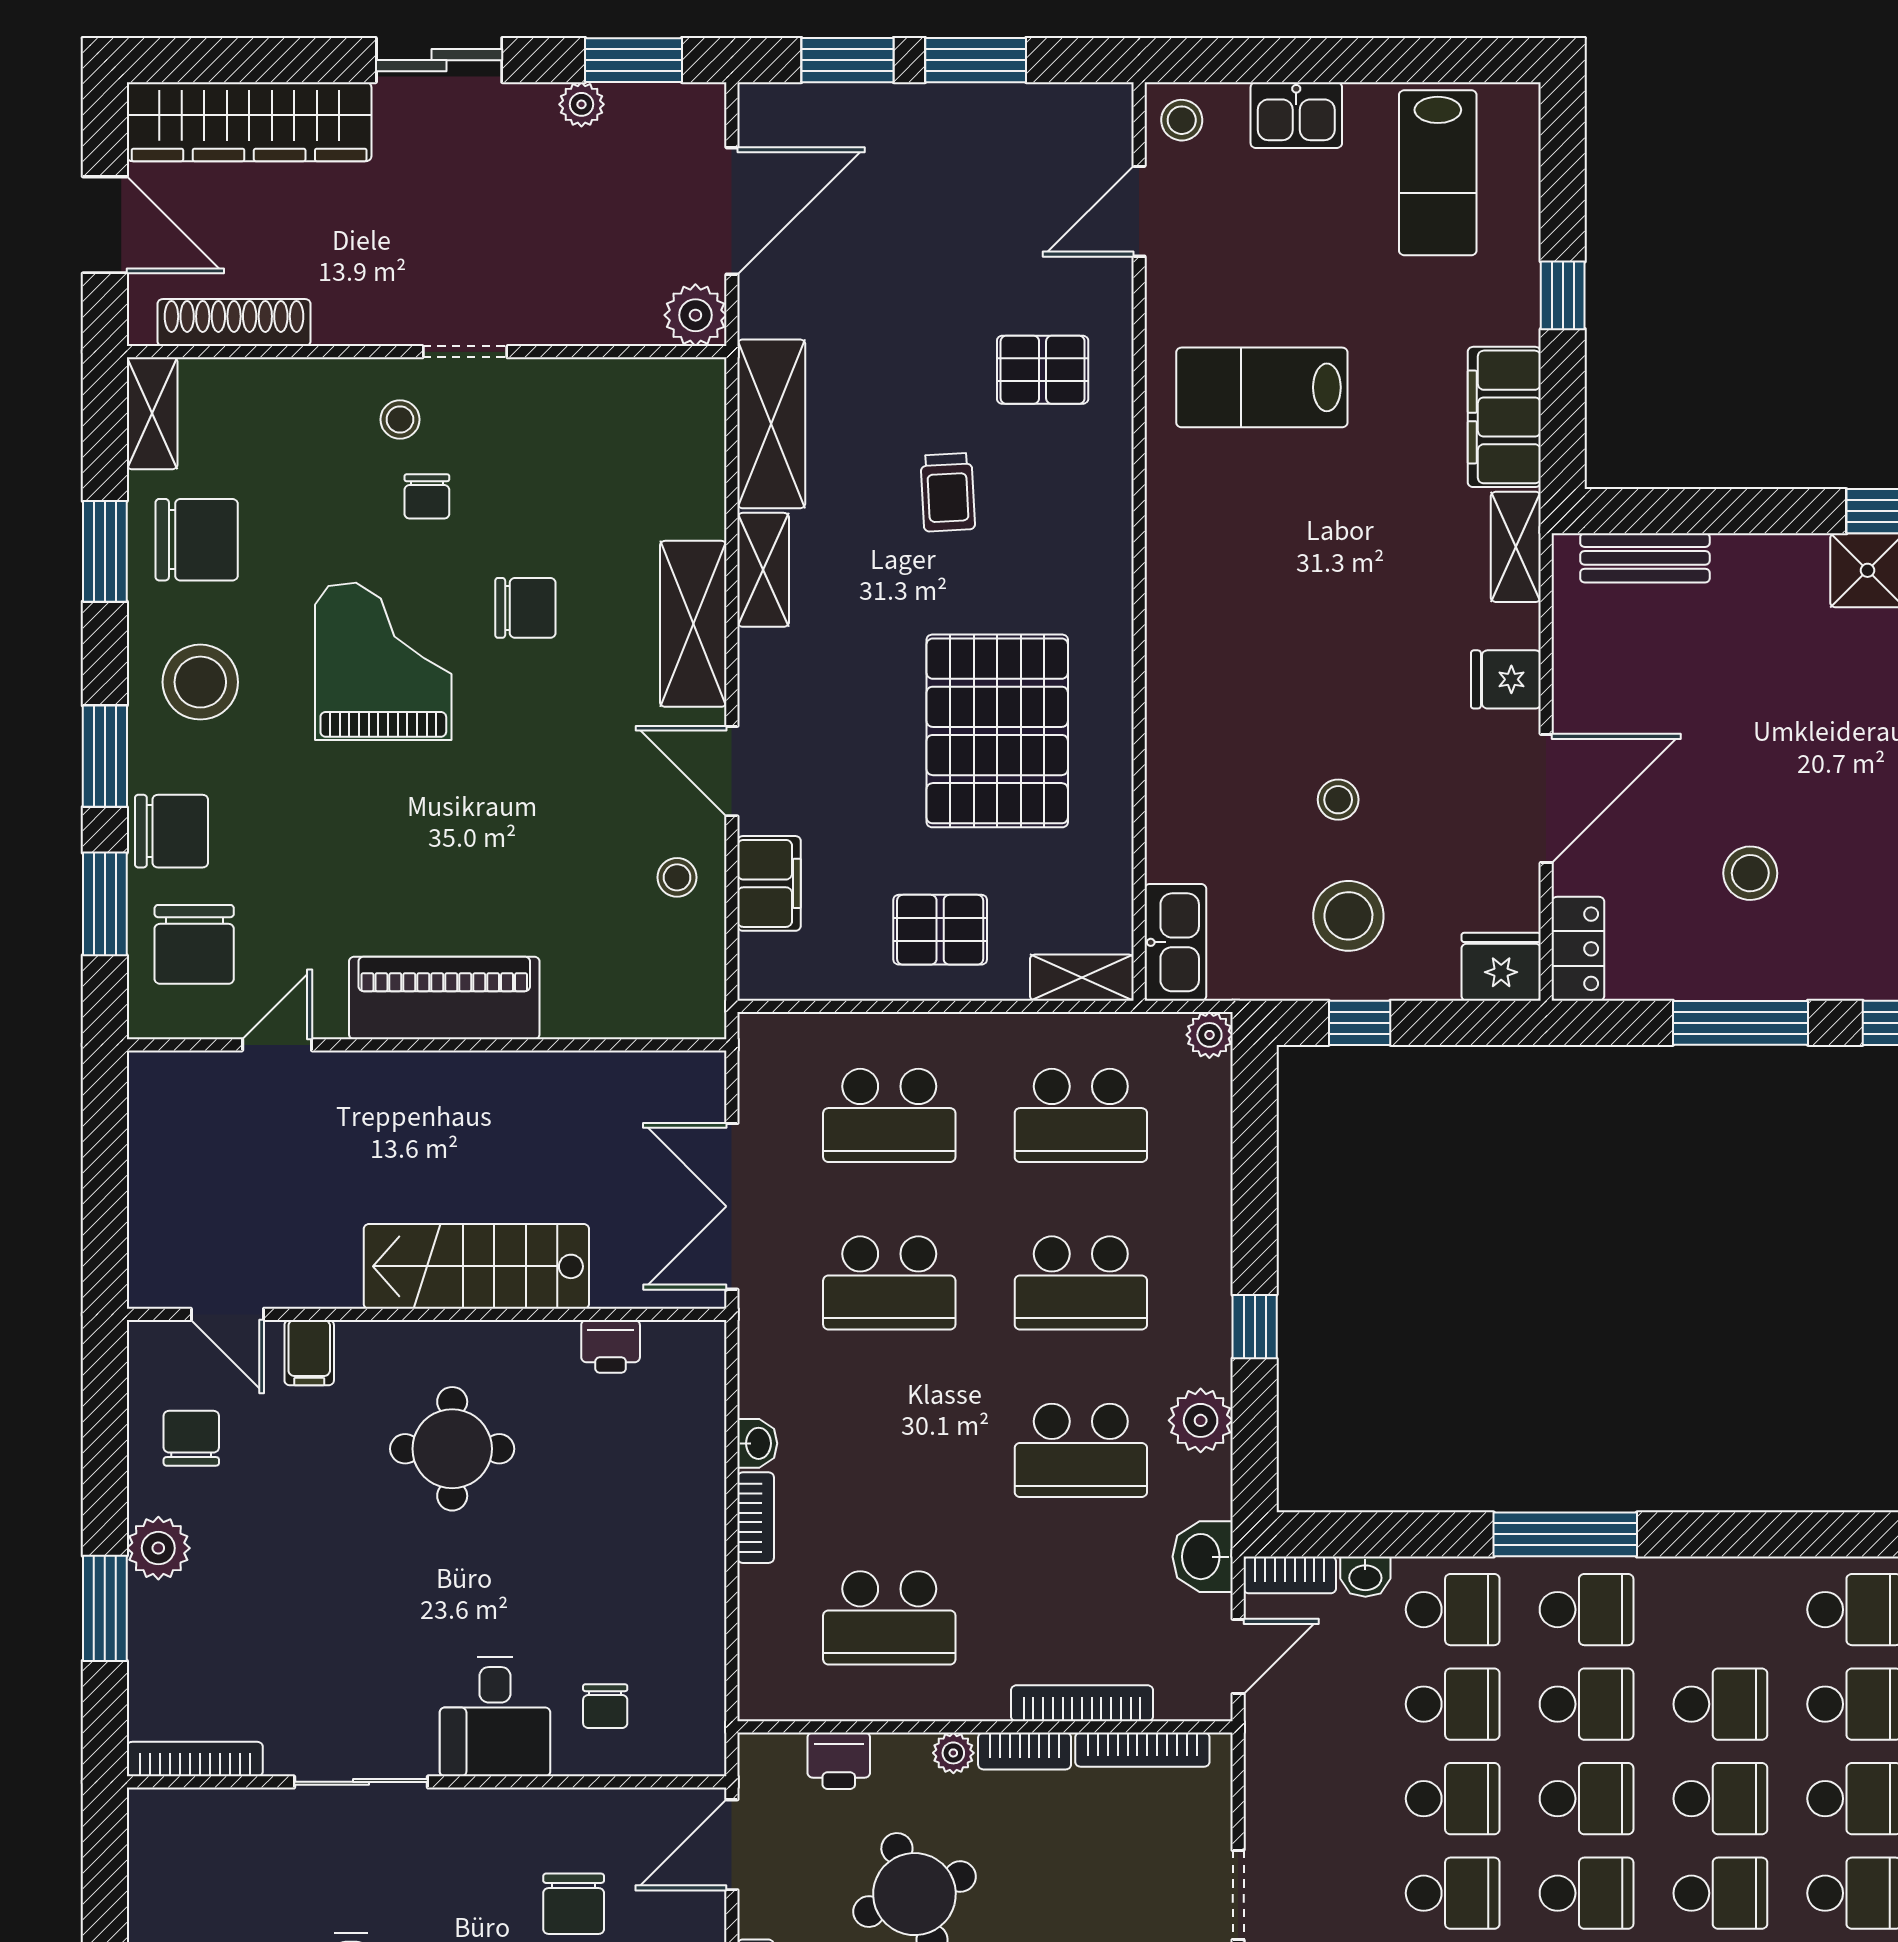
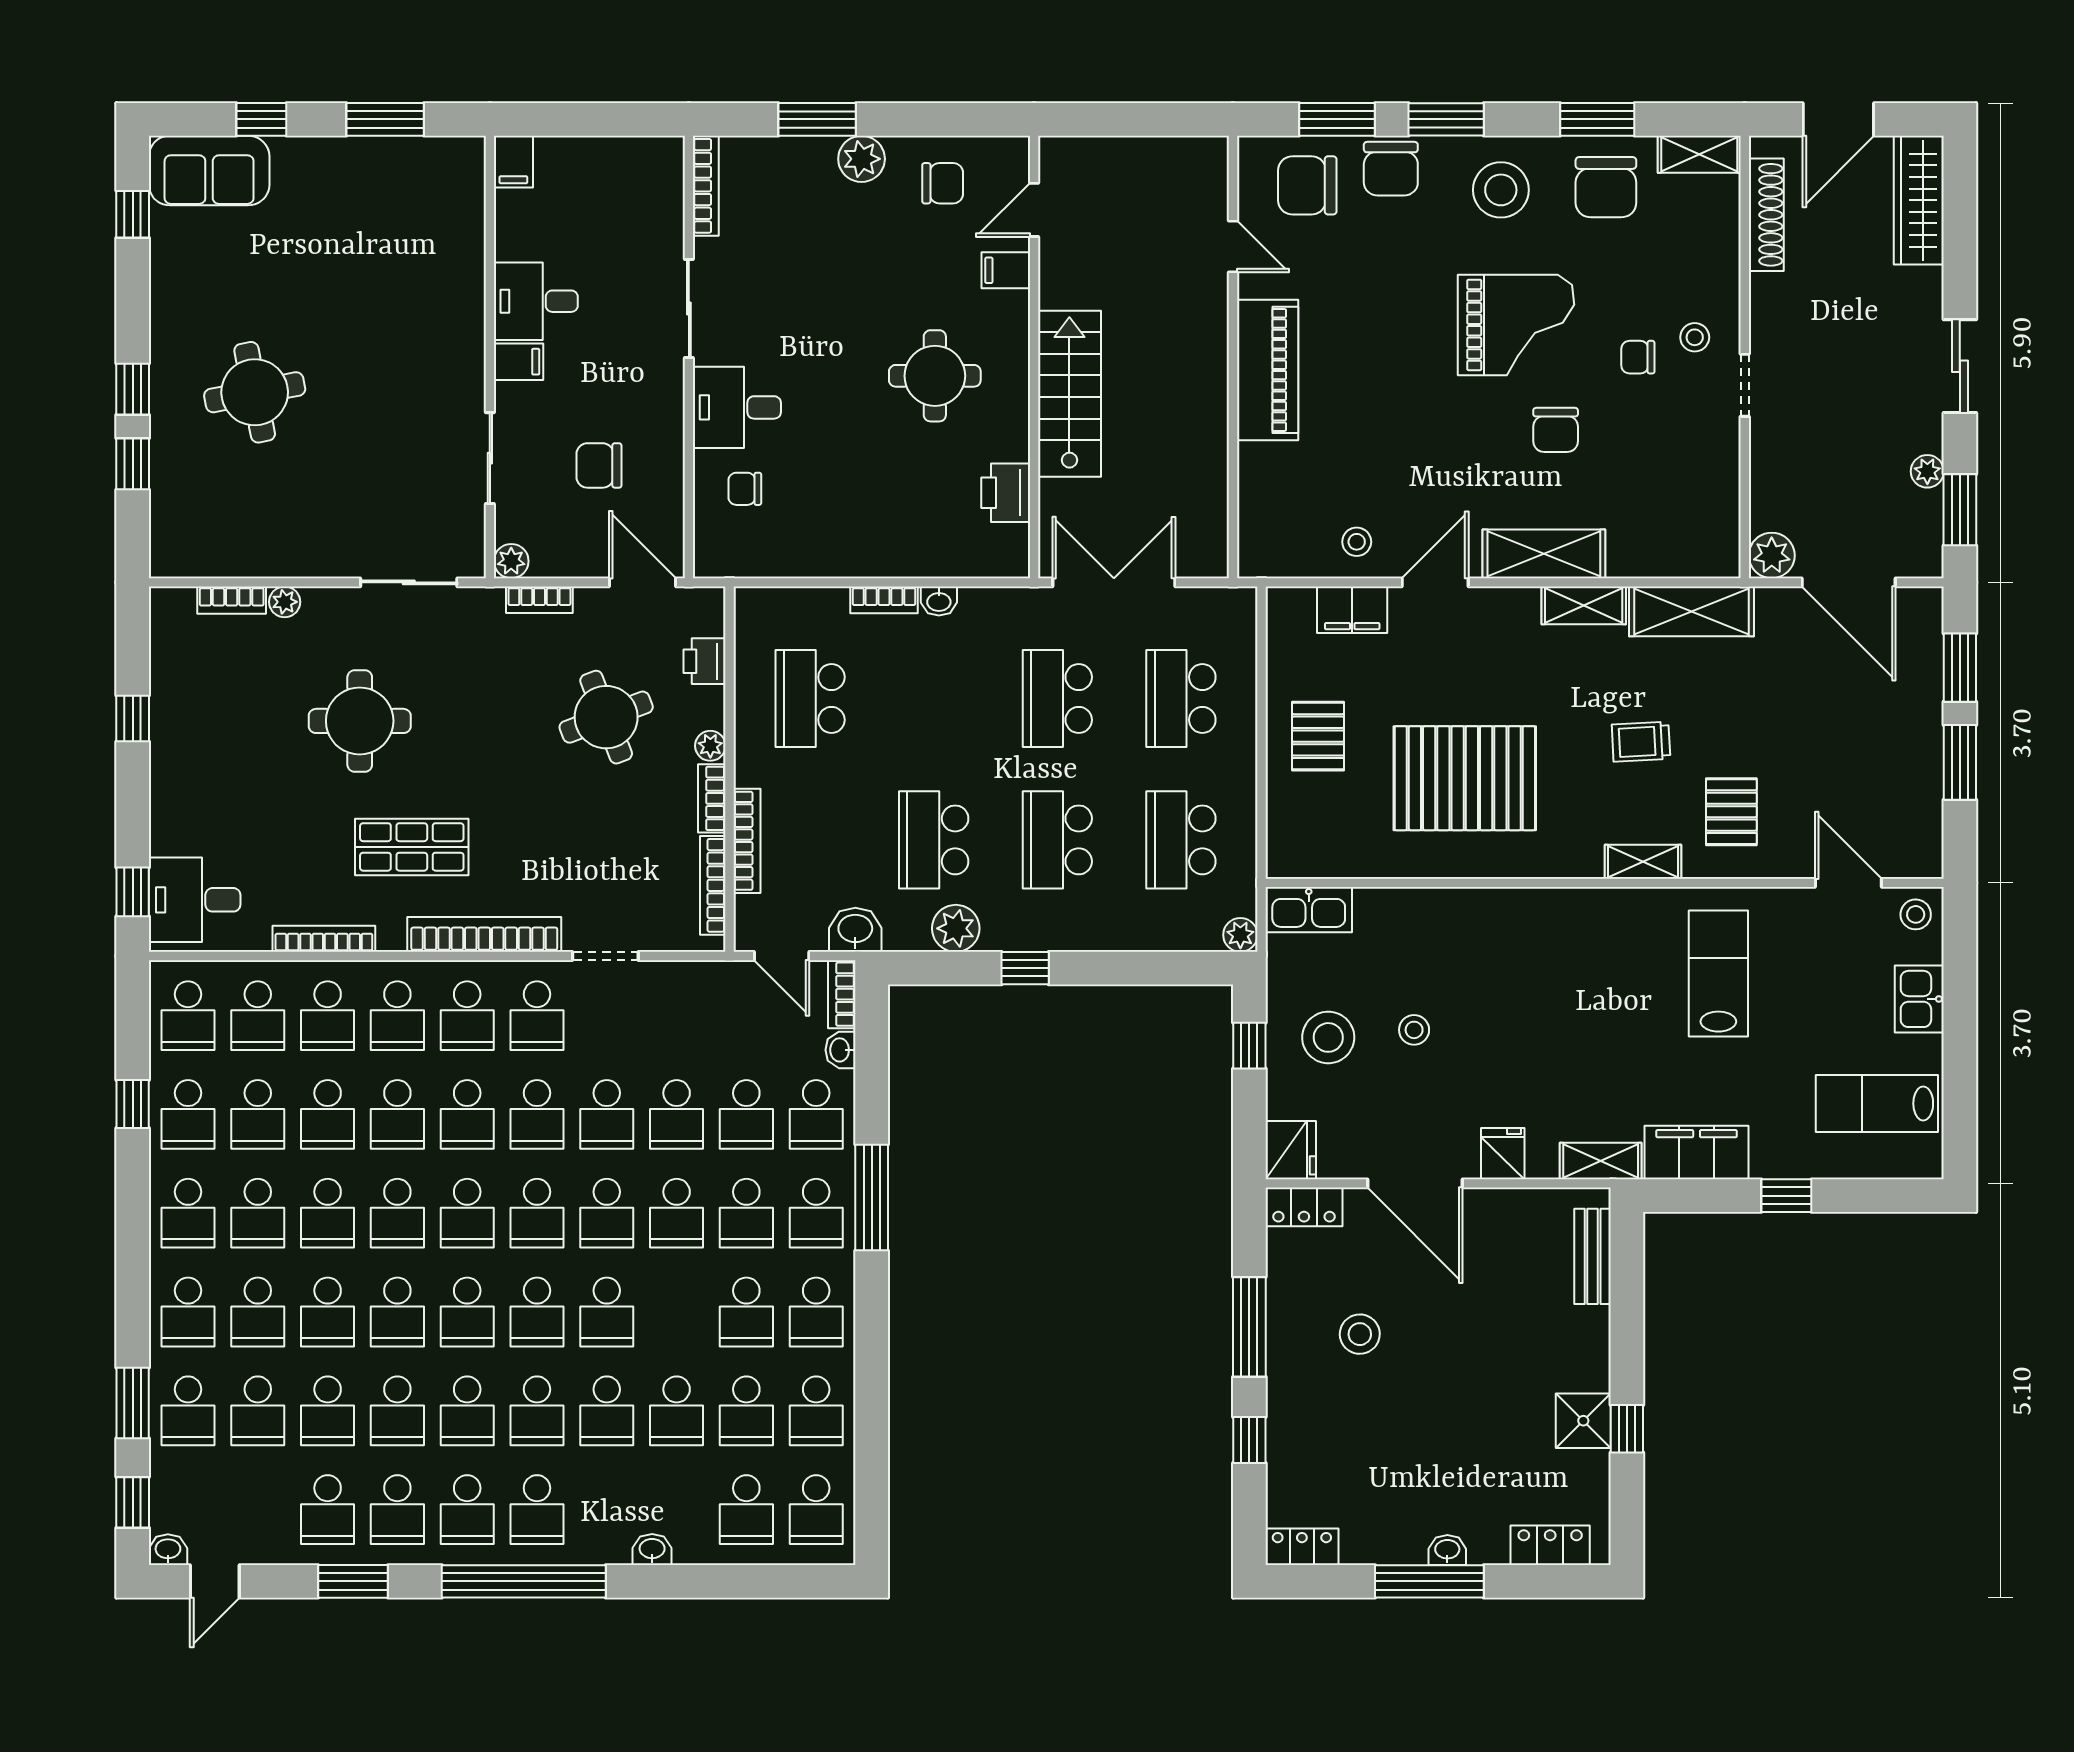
wardrobe: (249, 122) -> (1919, 200), width x0.71, depth x0.85
shelving: (1082, 978) -> (1643, 862), moved, turned 90
printer: (611, 1346) -> (1006, 493), width x1.36, depth x1.24
school desk: (1720, 1799) -> (816, 1312), moved

